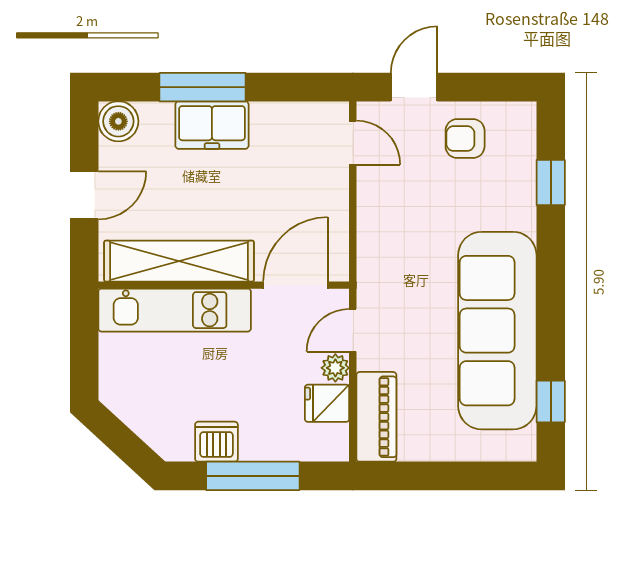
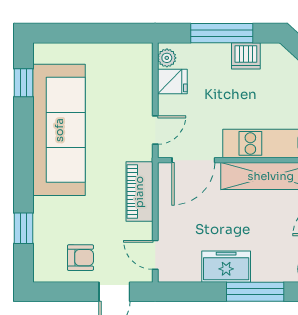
freezer: (212, 125) -> (226, 267), moved
plant: (335, 368) -> (167, 58), moved
piano: (376, 417) -> (139, 192), moved

